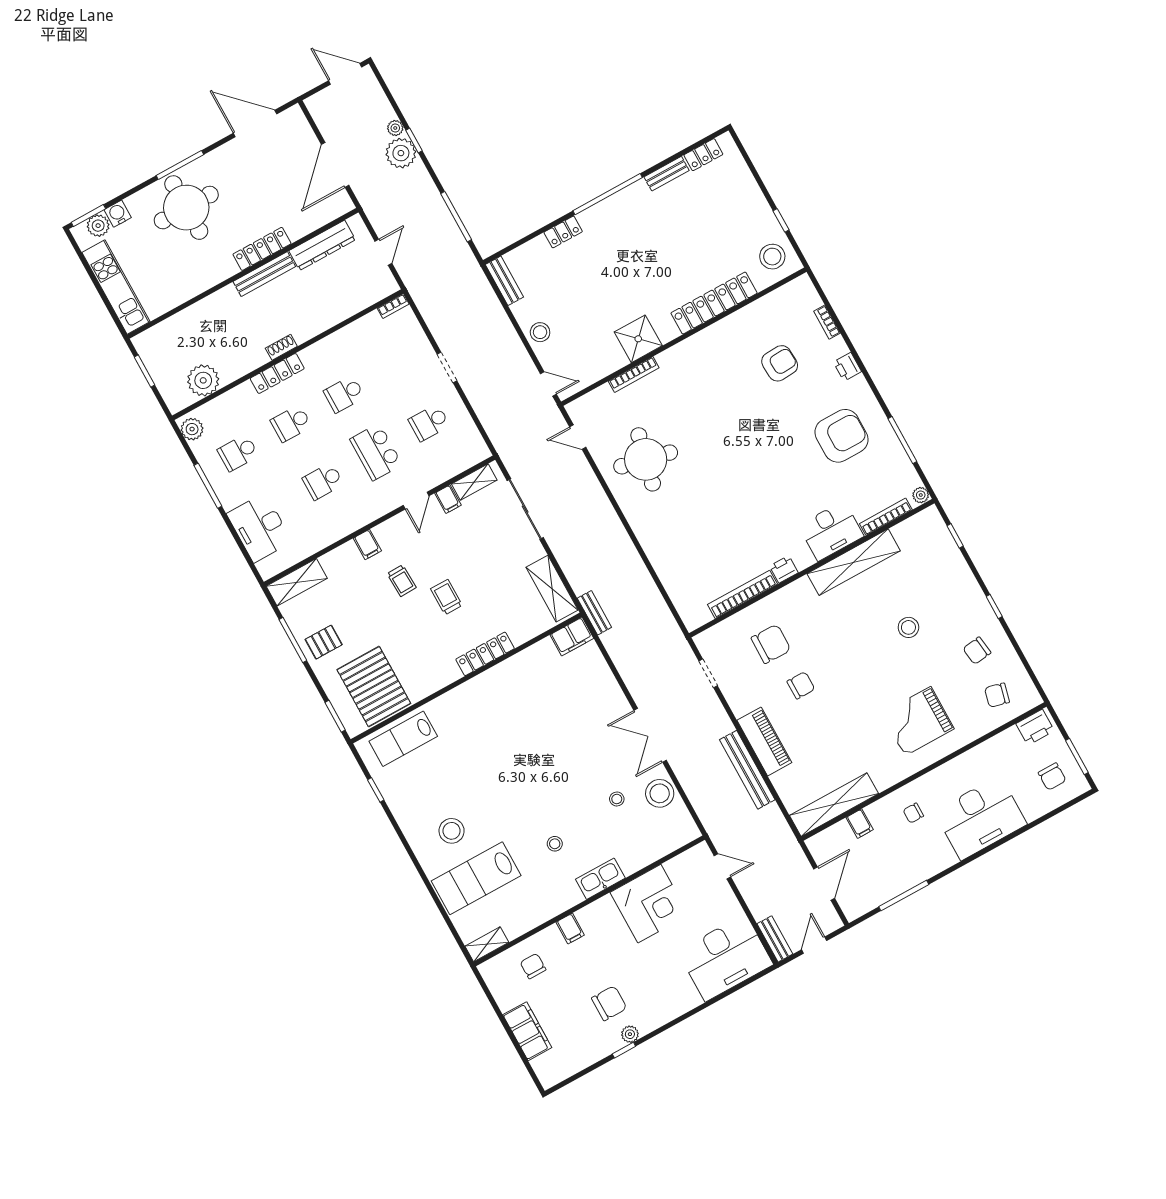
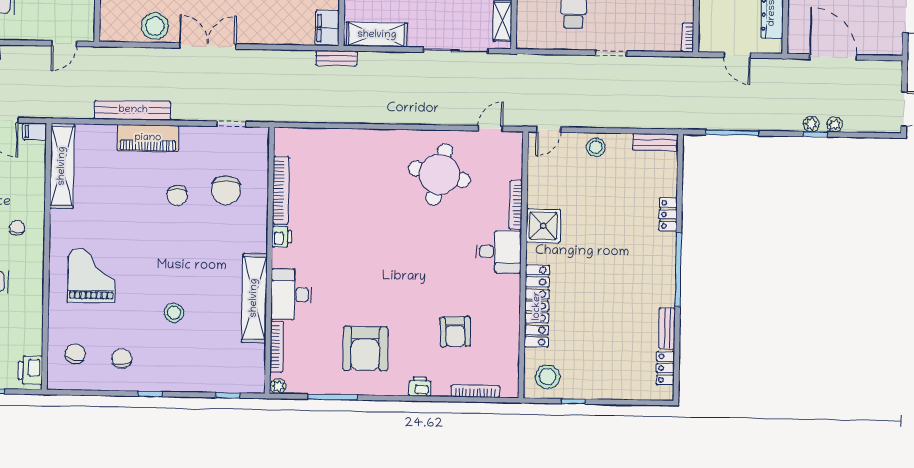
plant: (401, 153) -> (811, 124), width x0.53, depth x0.53
bookcase: (827, 322) -> (475, 391), width x1.56
desk: (685, 366) -> (499, 252), added
filing cabinet: (860, 824) -> (35, 132), moved

